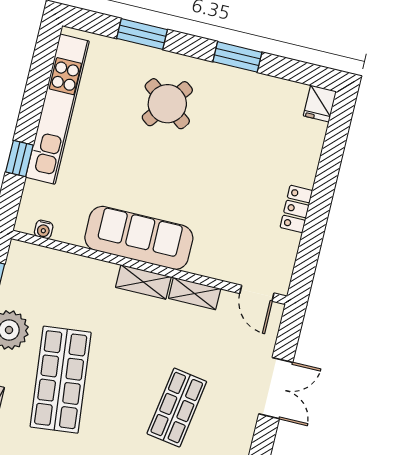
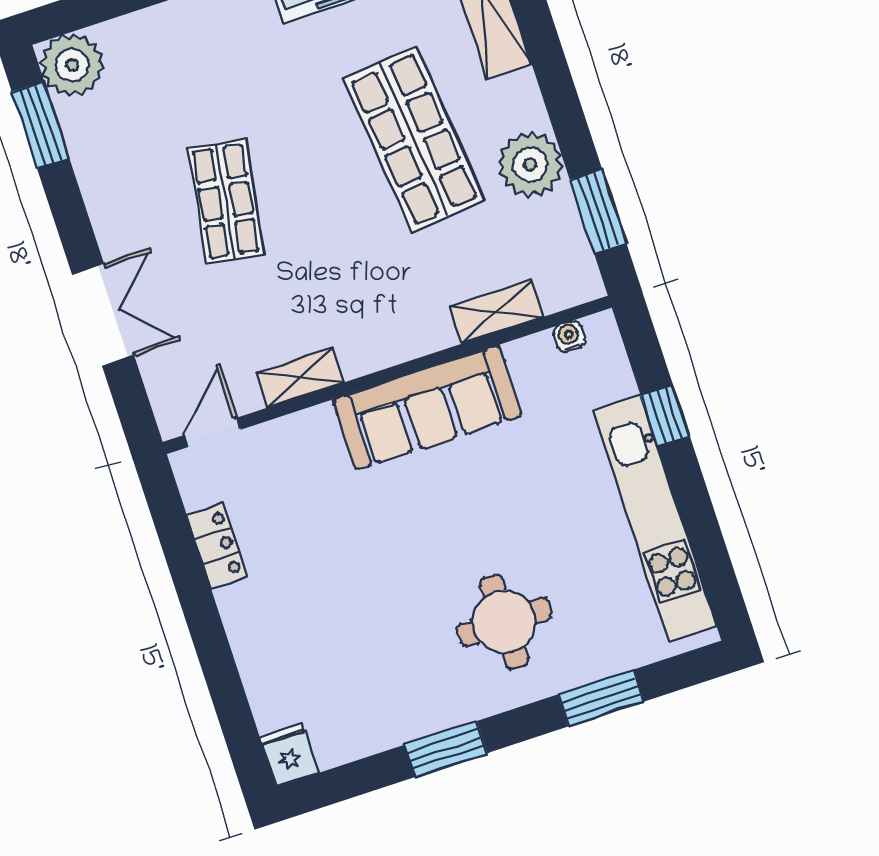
round table: (167, 104) -> (504, 622), turned -37
locker: (296, 209) -> (217, 546), moved
shelving: (143, 282) -> (496, 312), moved
door: (257, 293) -> (212, 432), hinge flipped
double door: (276, 388) -> (103, 315), swing flipped

